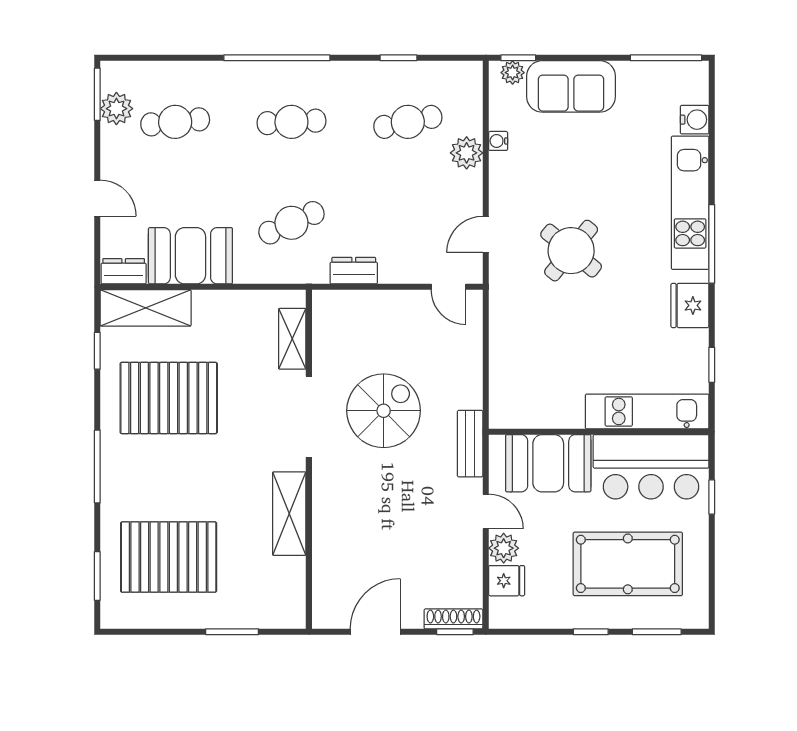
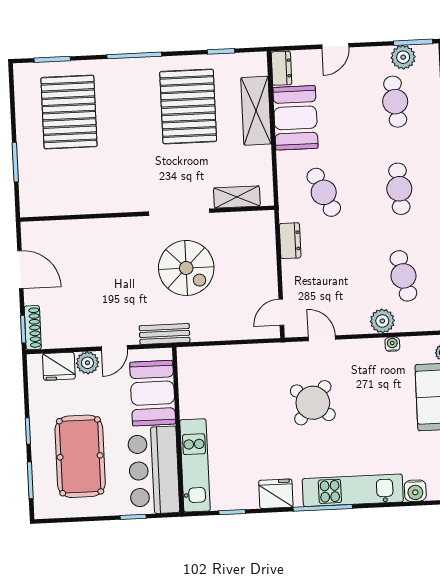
shelving: (146, 308) -> (256, 111), moved
shelving: (289, 514) -> (106, 201), removed
fridge: (507, 581) -> (59, 366), width x1.38

